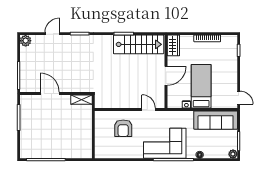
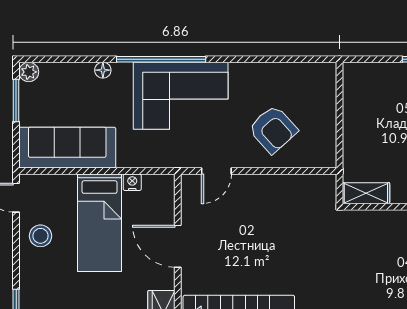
door: (166, 76) -> (178, 246), hinge flipped
stool: (228, 80) -> (40, 236), added
door: (149, 110) -> (216, 171), hinge flipped
armchair: (123, 128) -> (273, 129), turned 138

